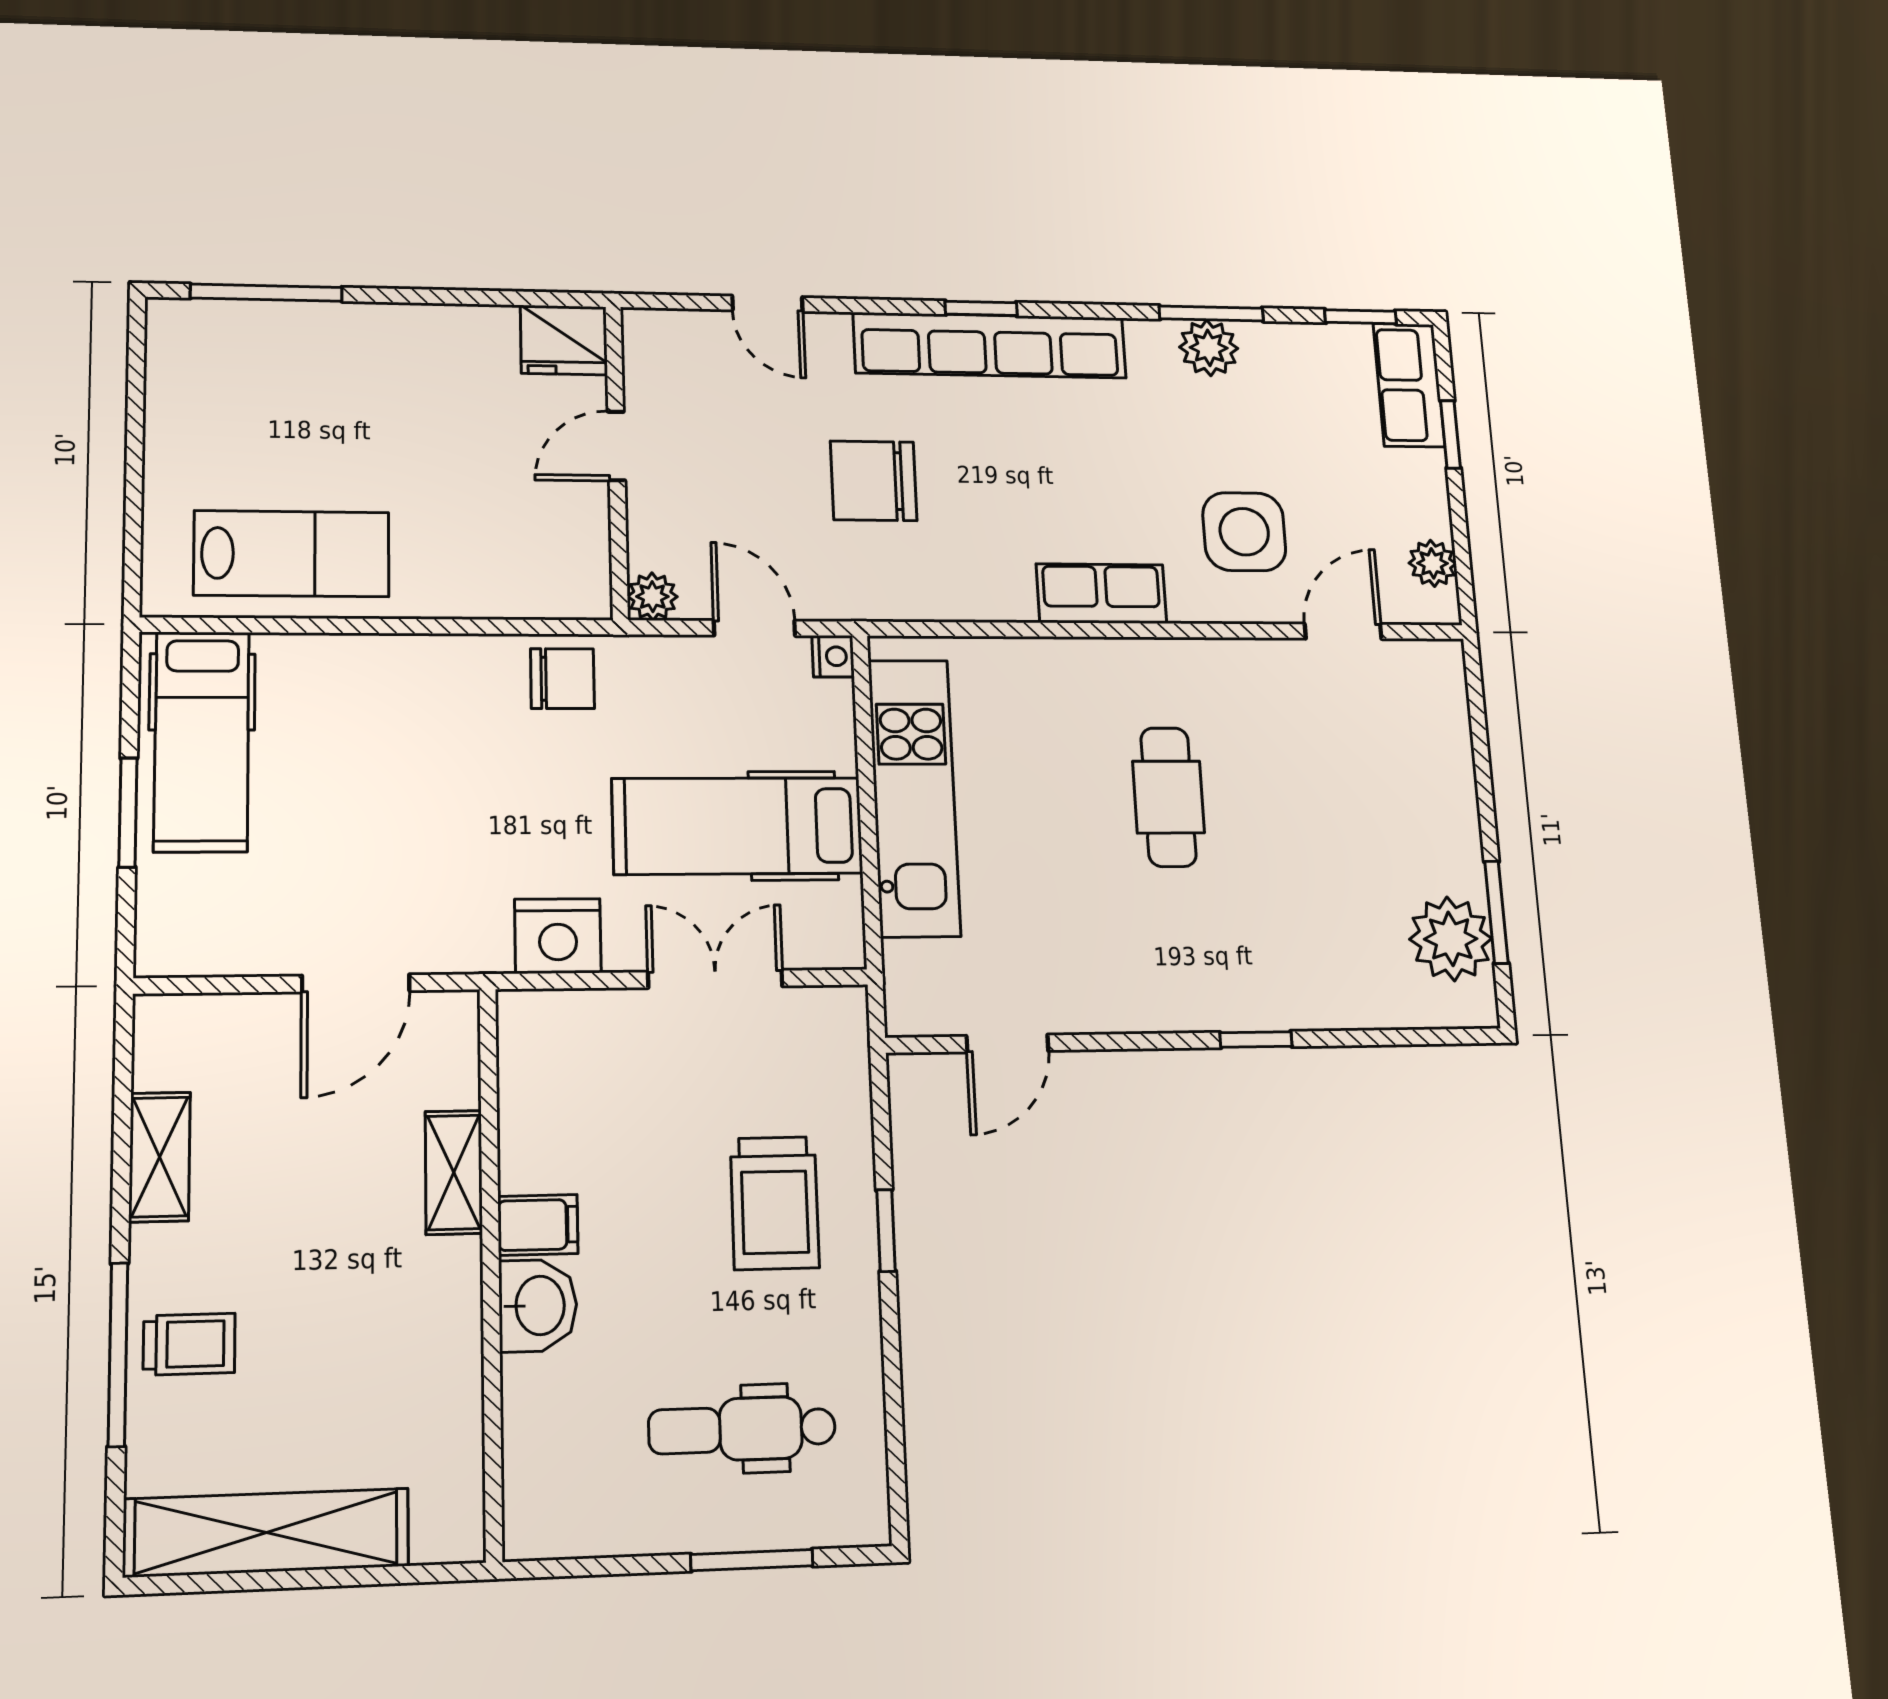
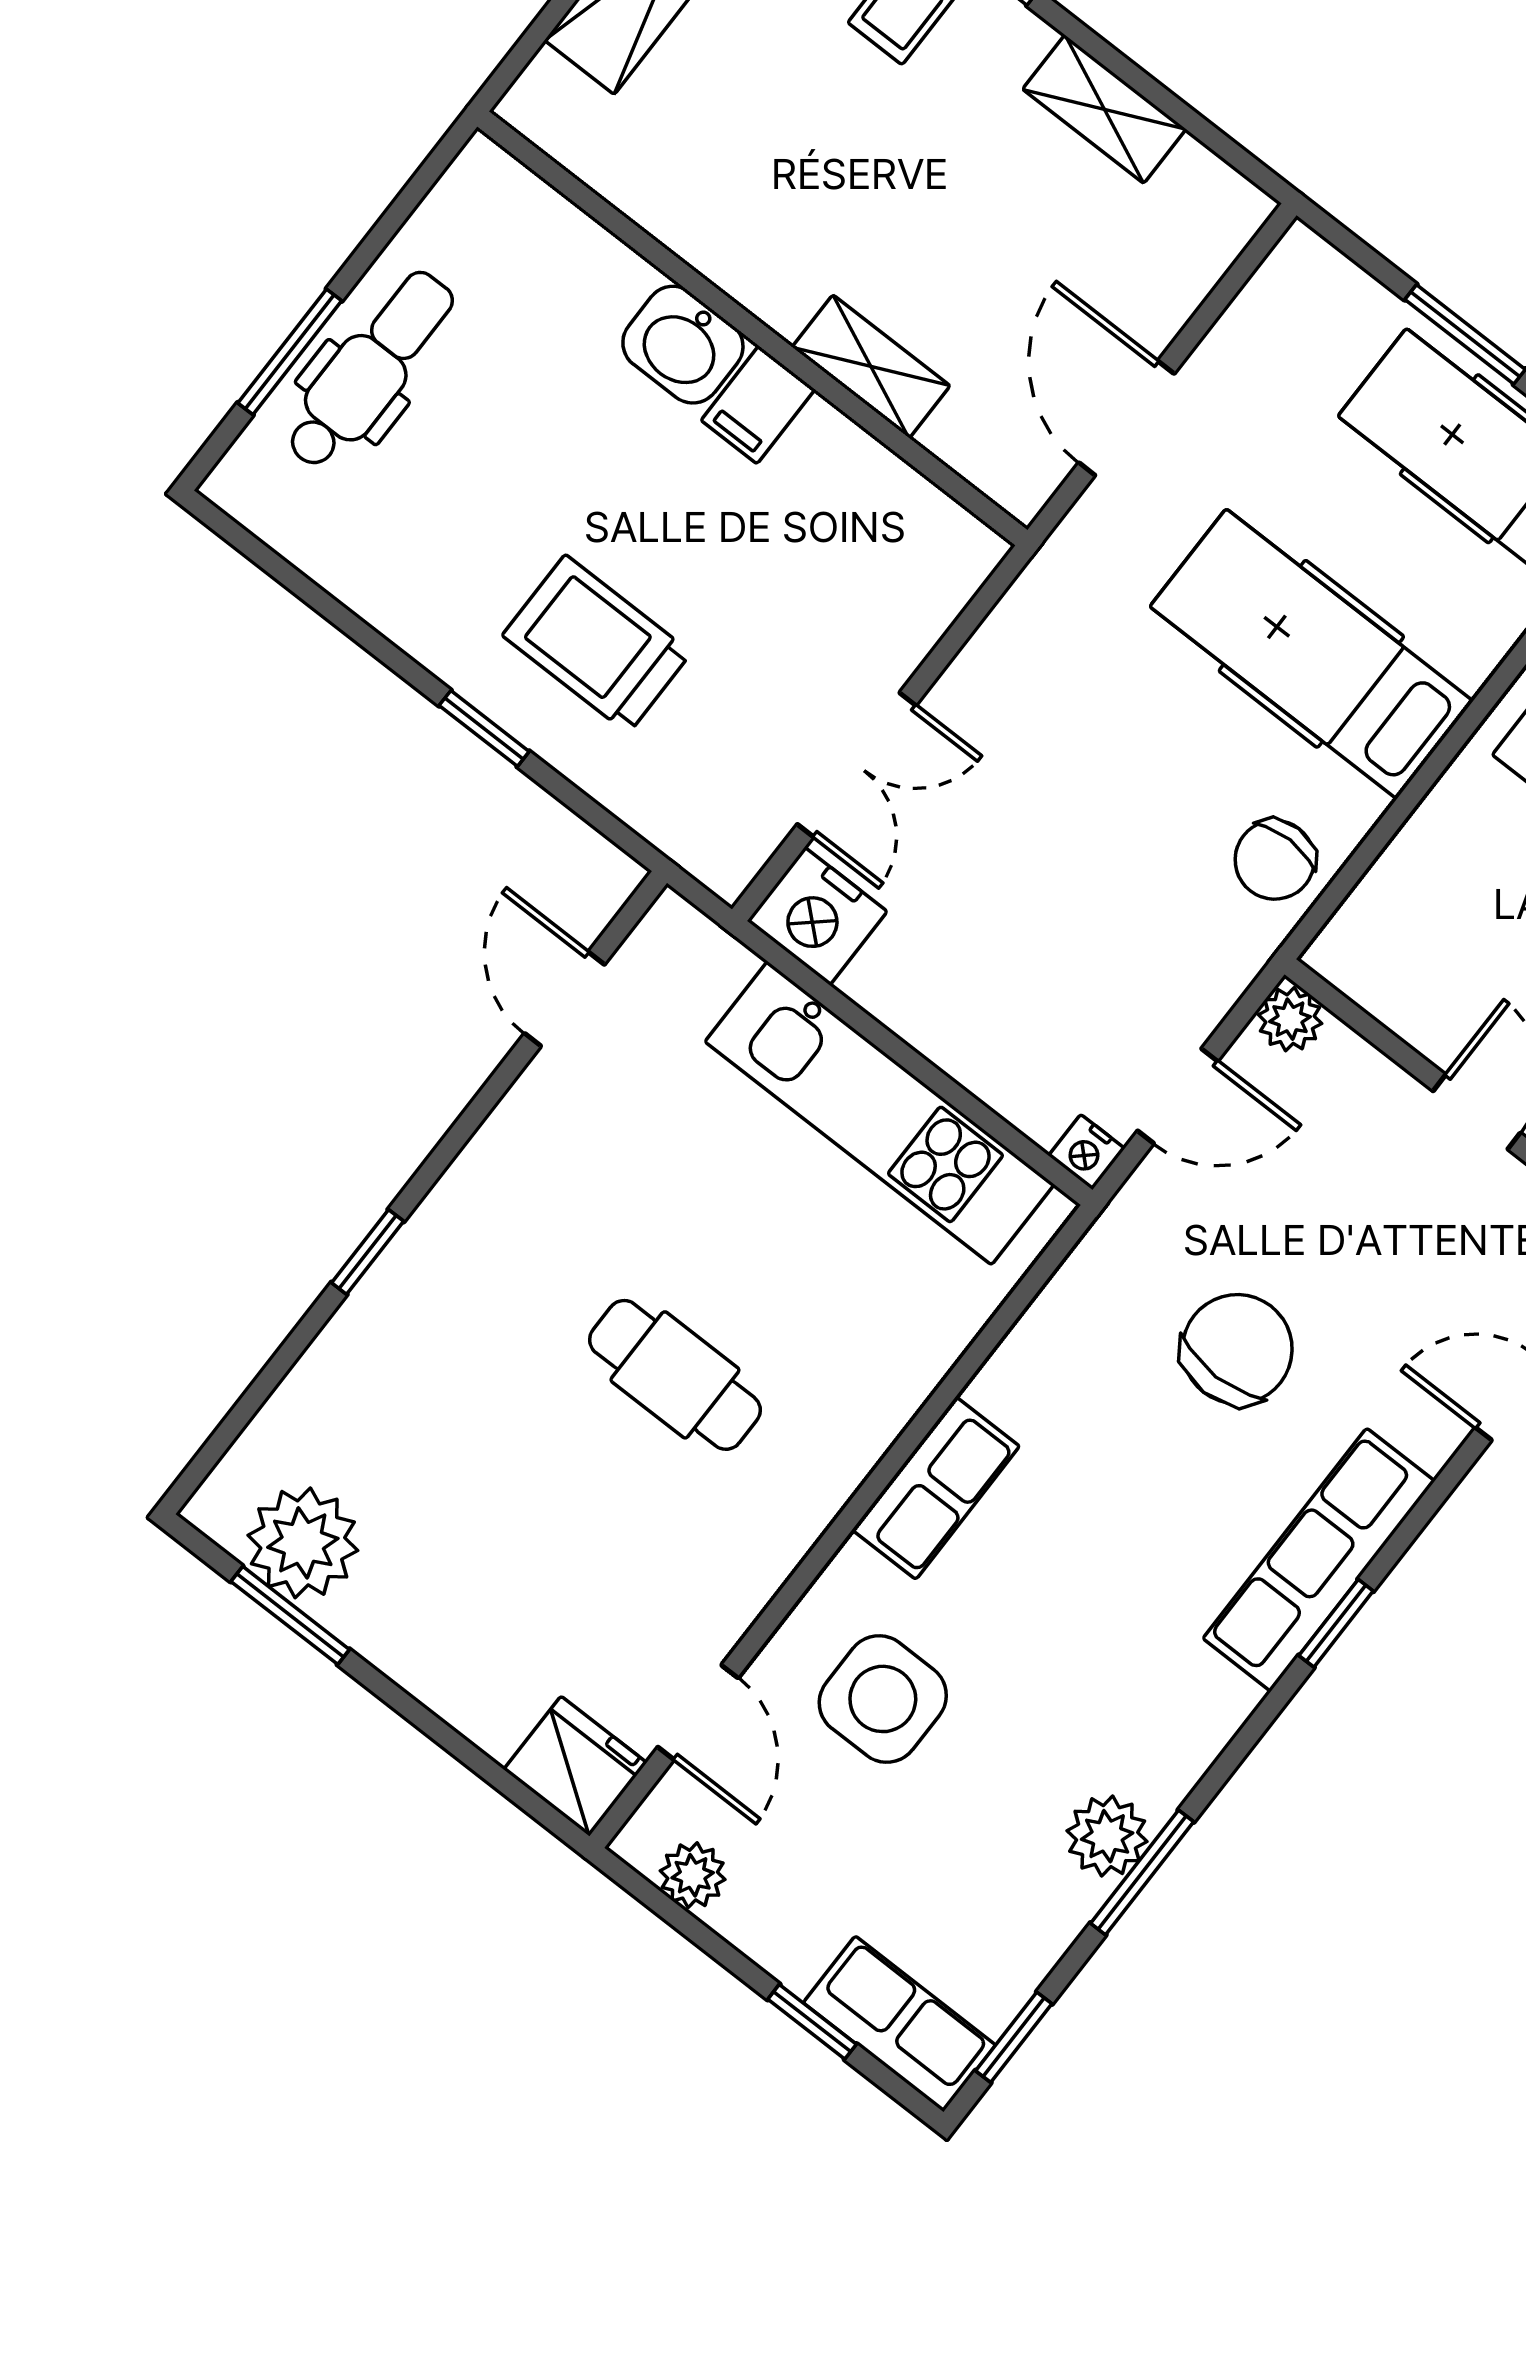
row of seats: (990, 345) -> (1319, 1560), width x0.73
fridge: (1433, 678) -> (575, 1766), added
hospital bed: (738, 826) -> (1311, 654), moved, turned -90
nightstand: (558, 936) -> (817, 916), moved, turned -90
dental chair: (742, 1429) -> (369, 370), moved

